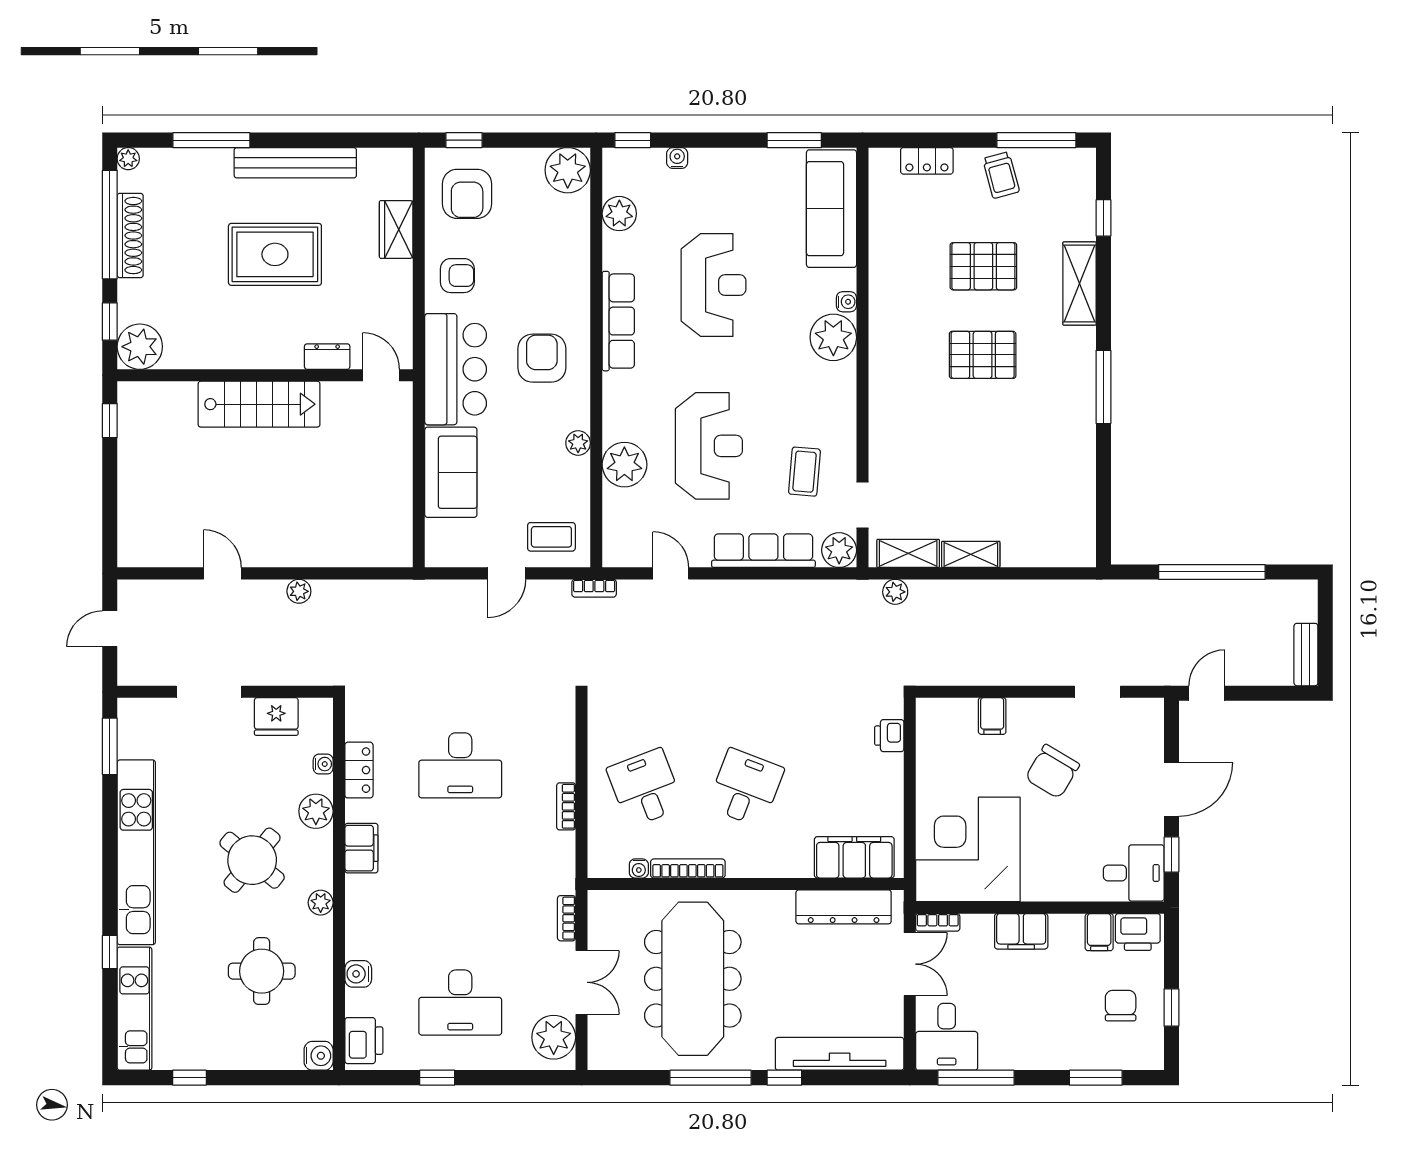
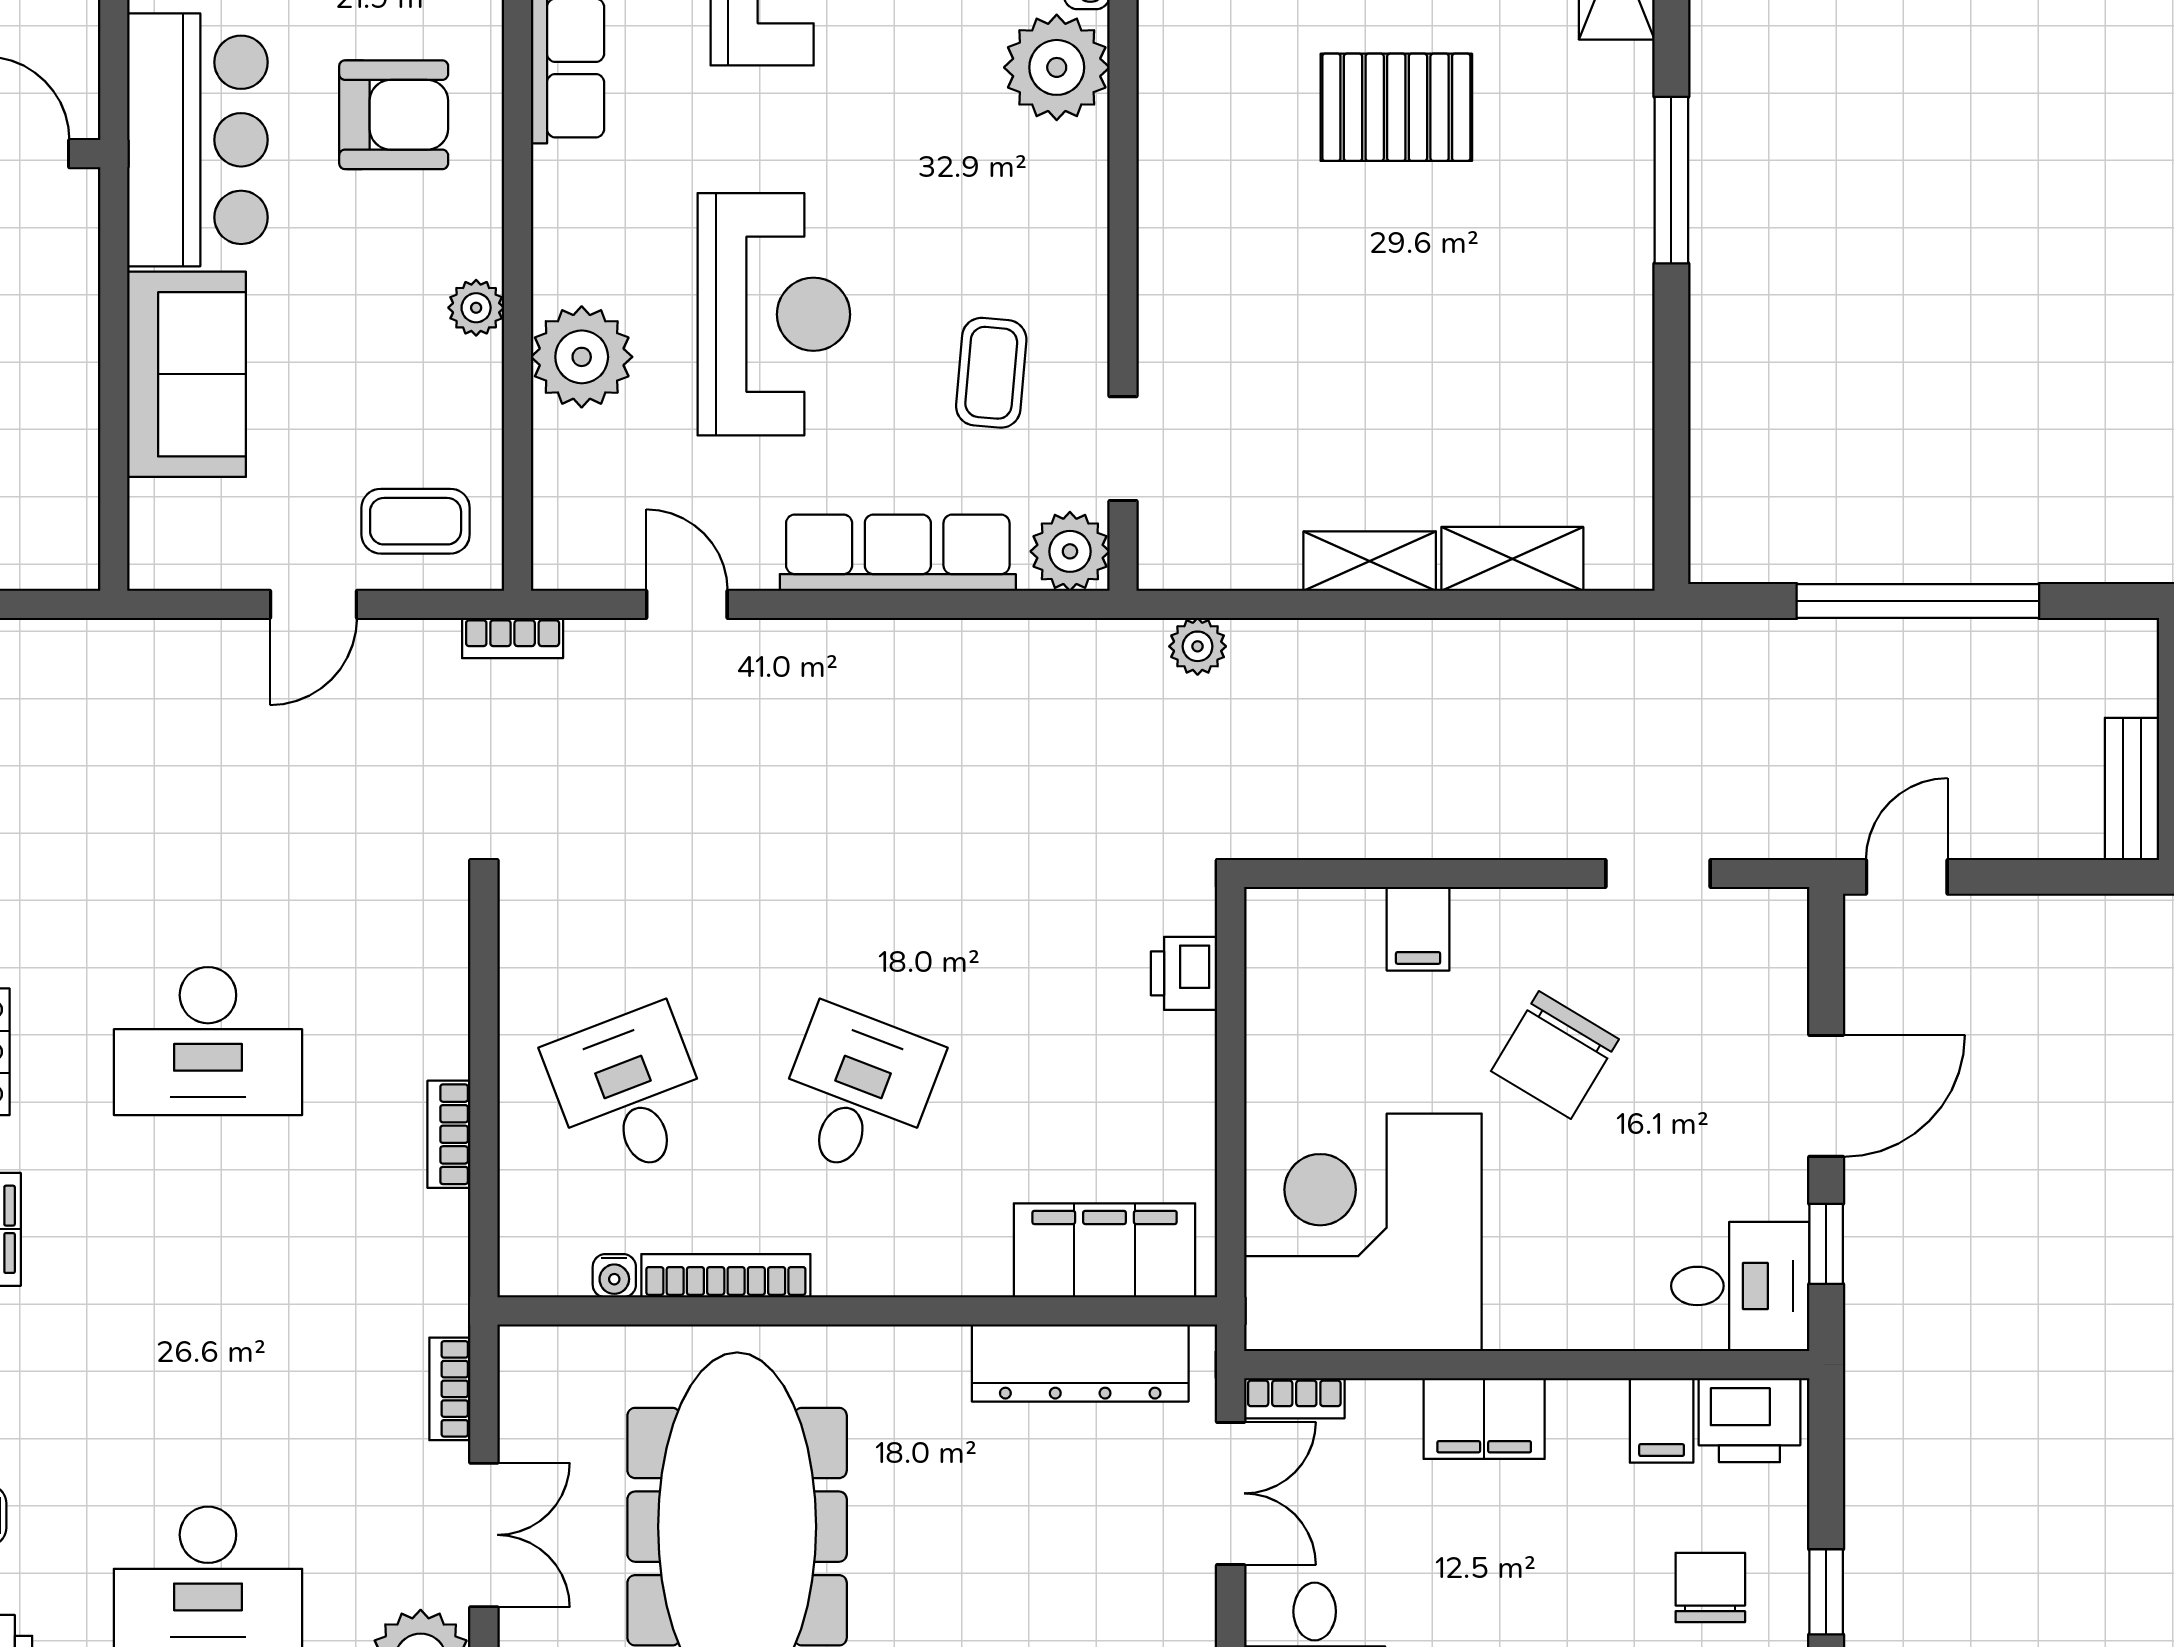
armchair: (542, 358) -> (394, 115), turned 90
shelving: (908, 553) -> (1512, 559), moved

